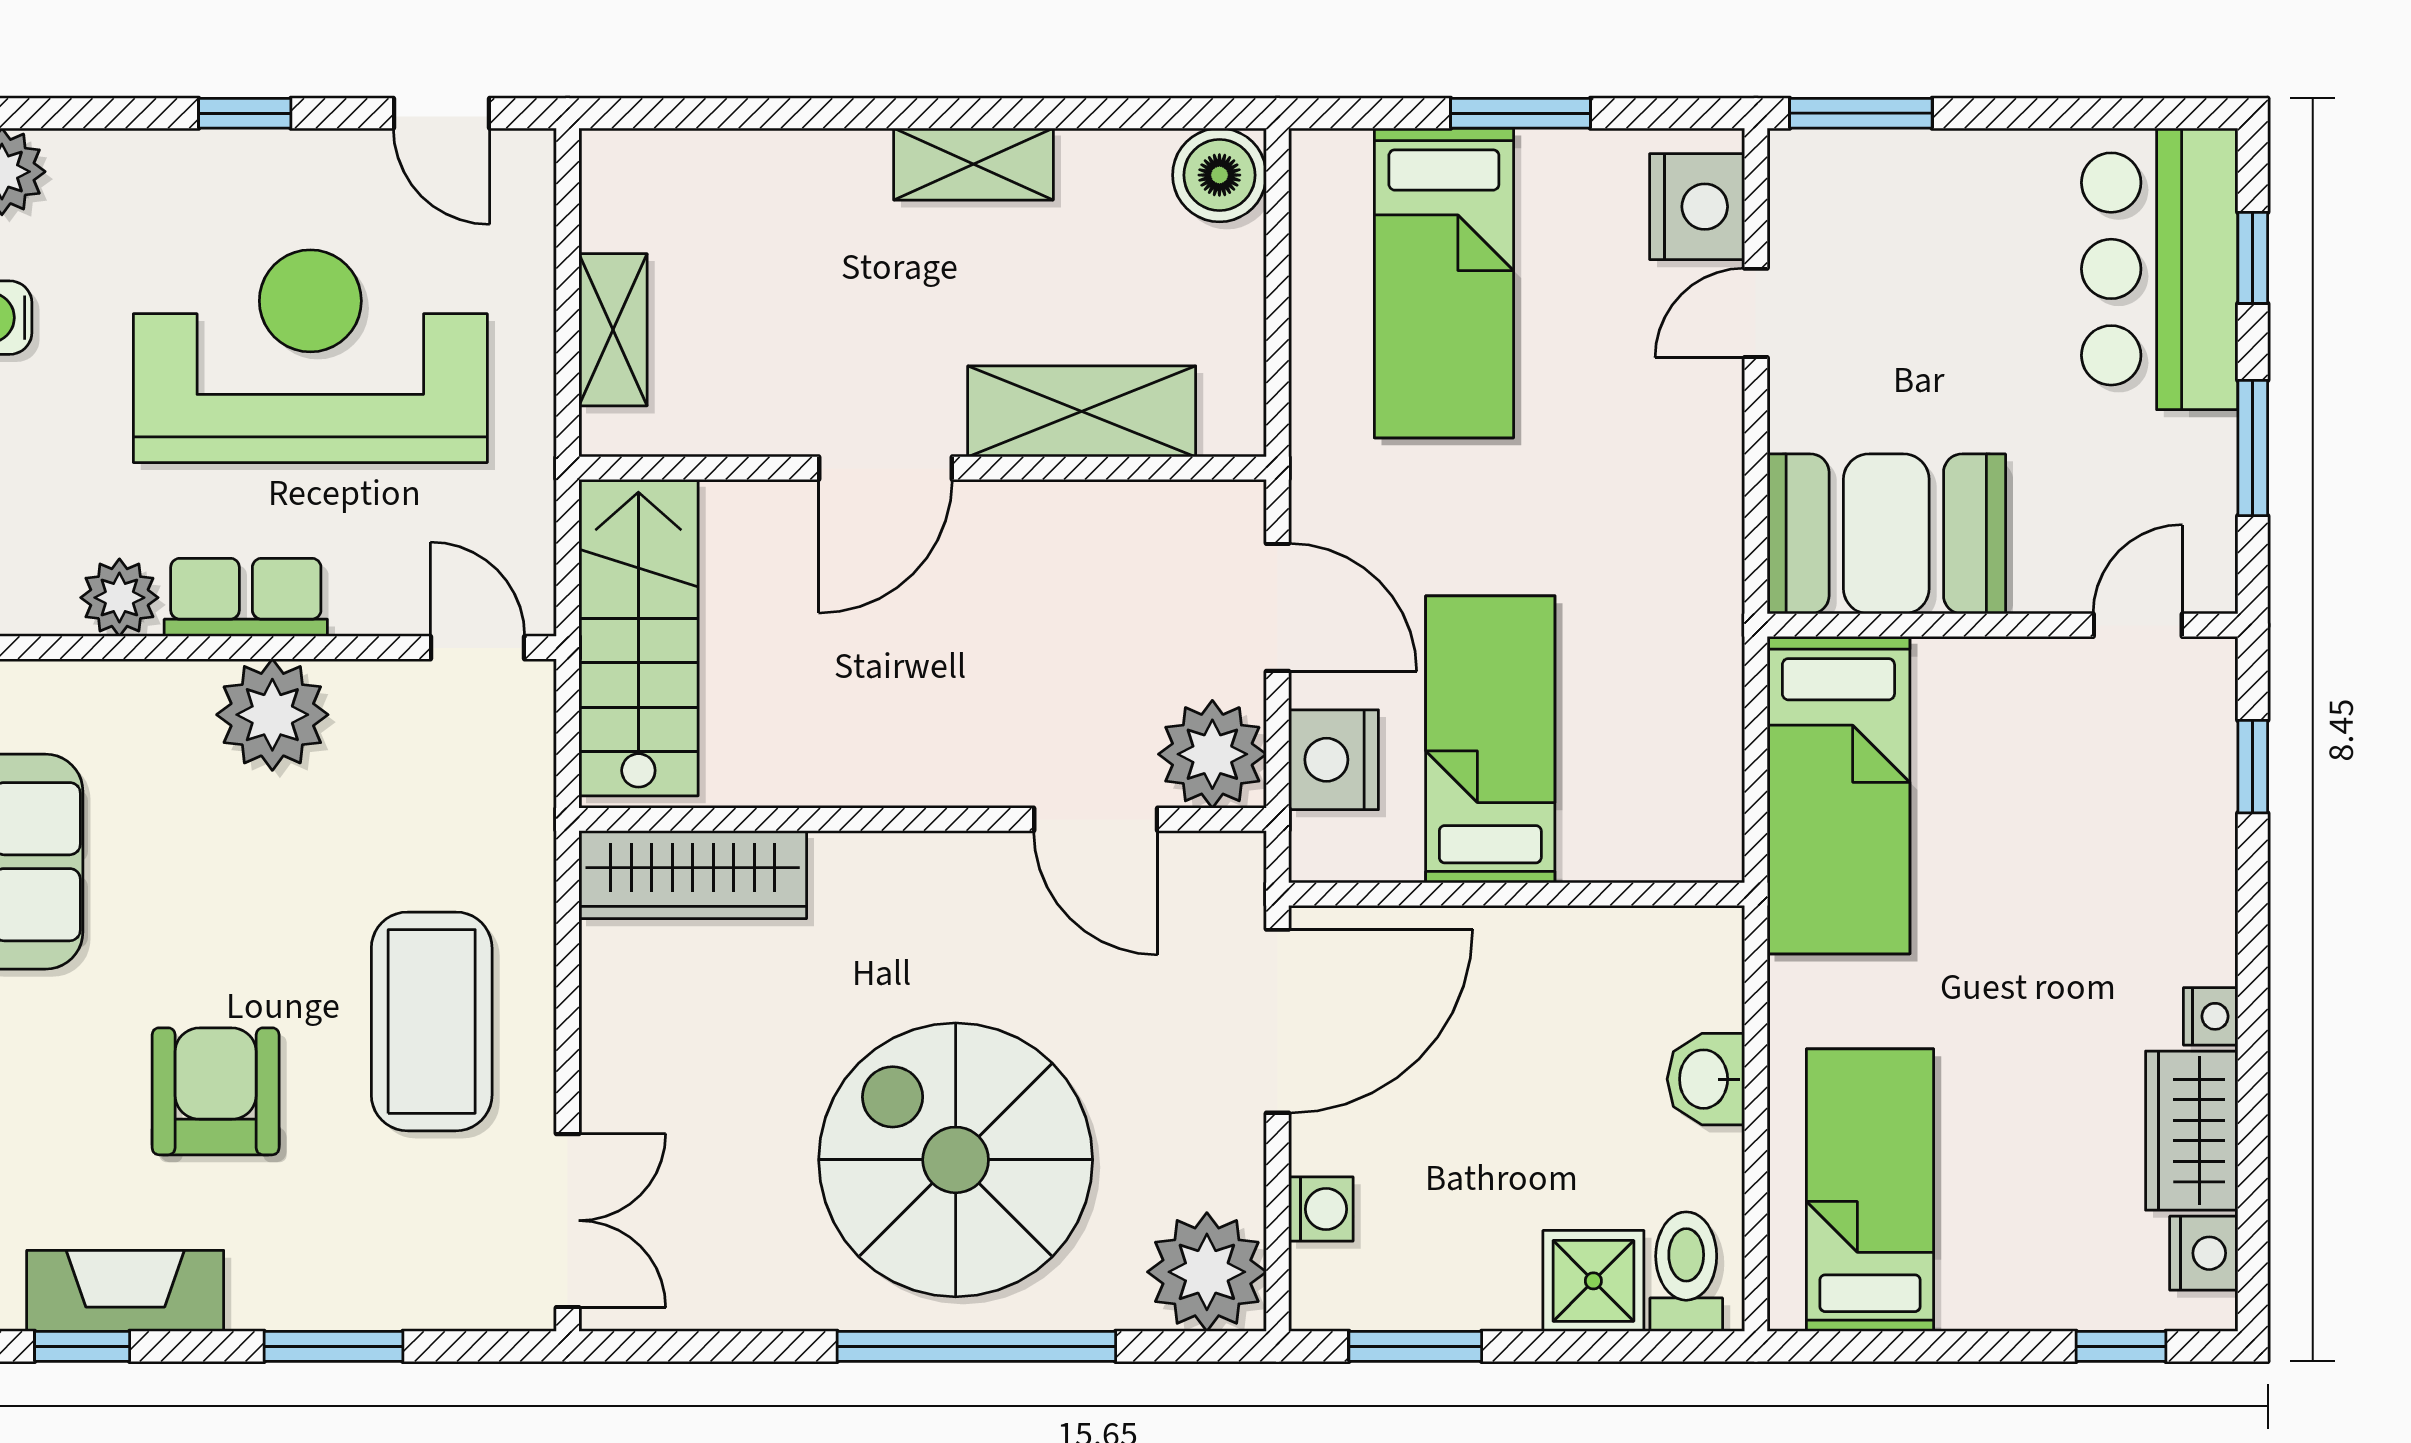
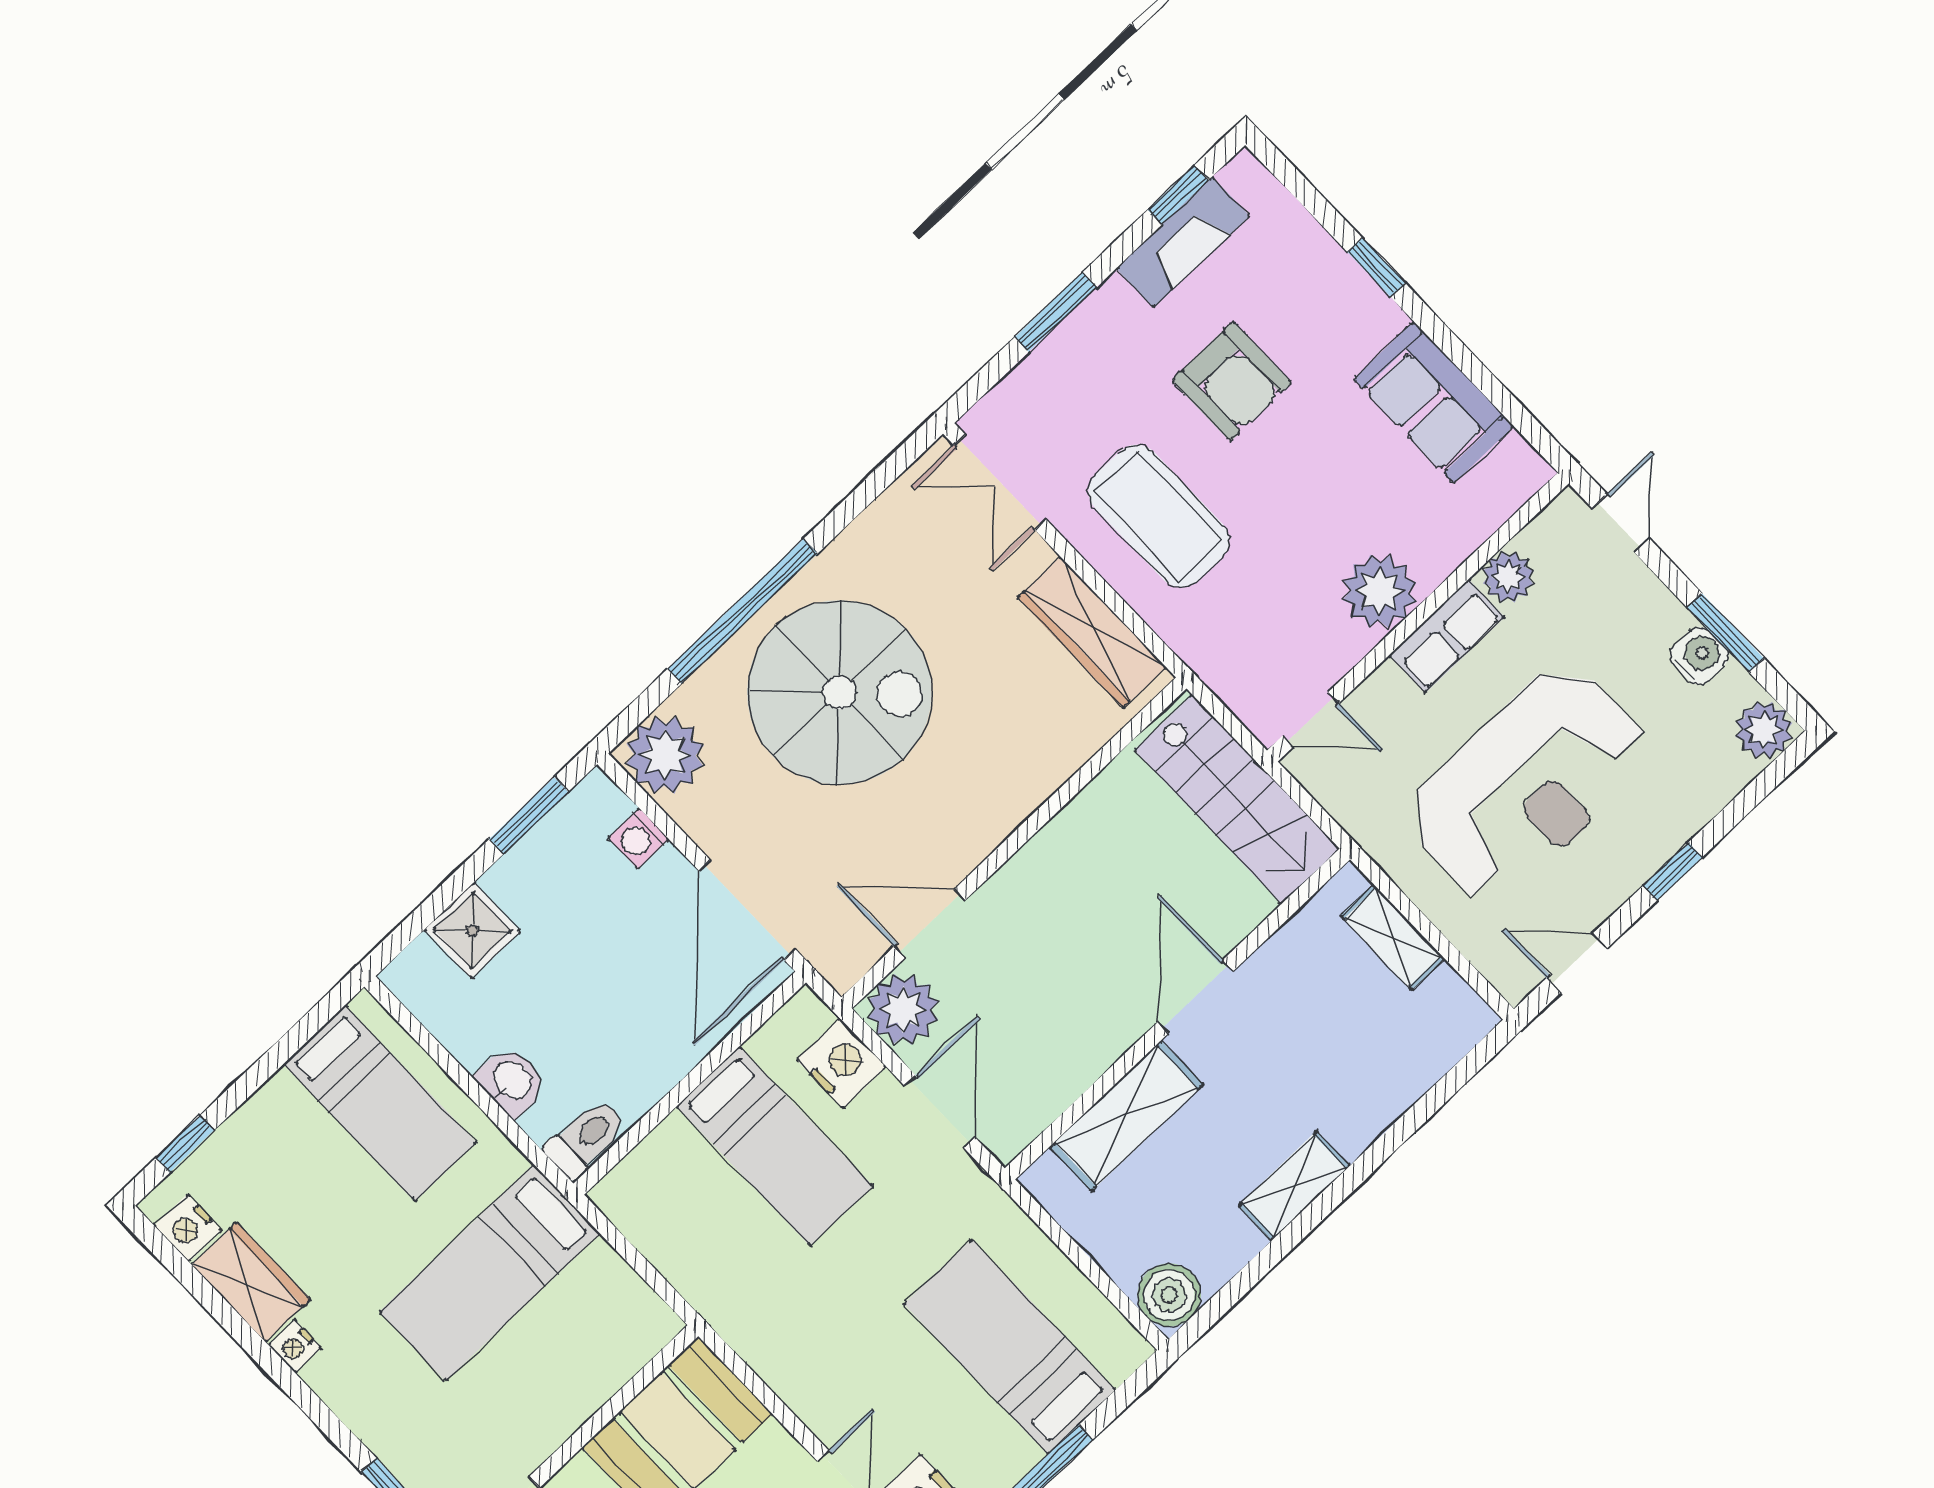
door: (1278, 607) -> (940, 1111), swing flipped
bed: (1838, 795) -> (490, 1273), moved, turned -90
wardrobe: (693, 875) -> (1092, 632), moved, turned -90
toilet: (1686, 1272) -> (586, 1138), moved, turned -90

